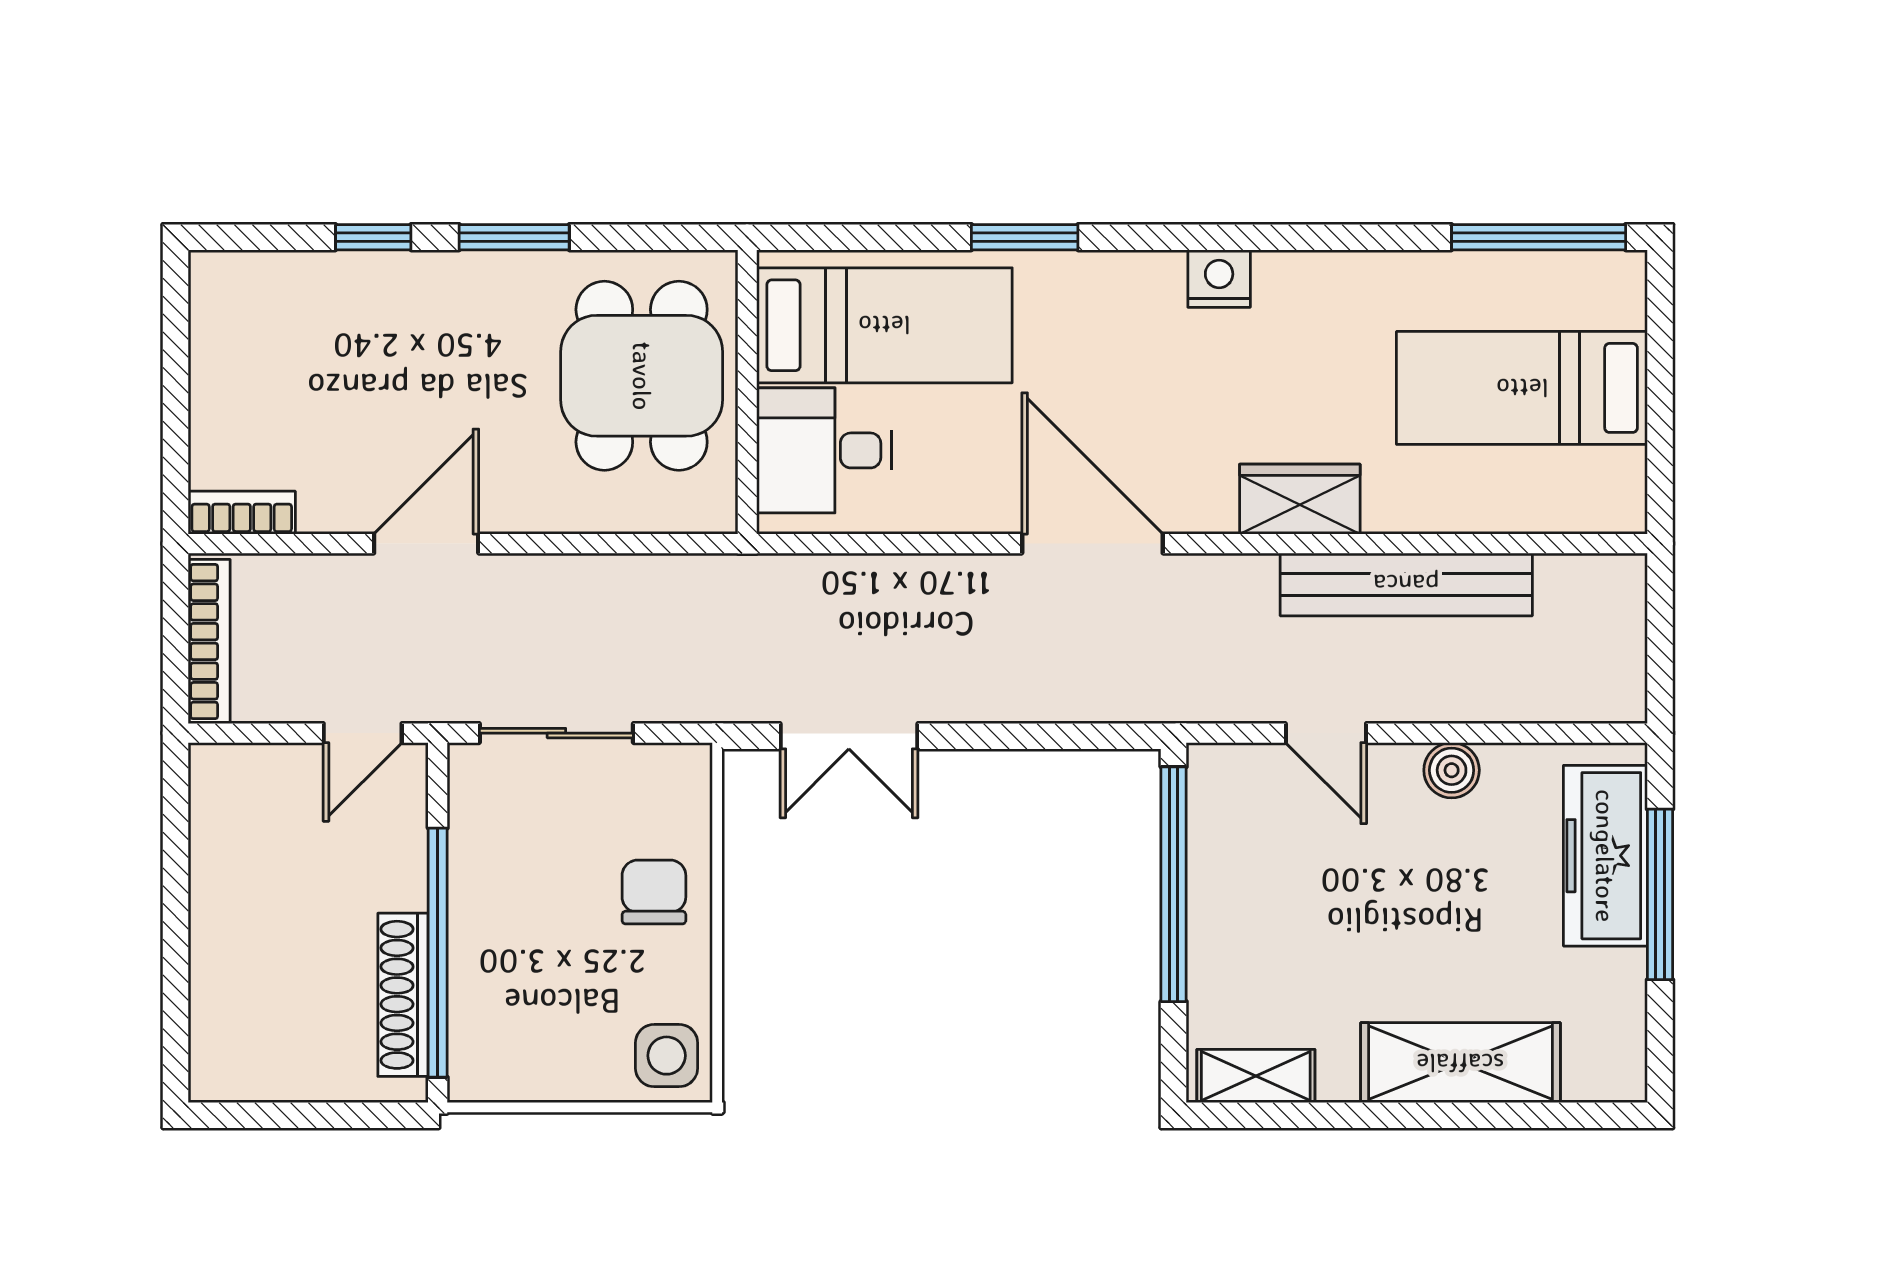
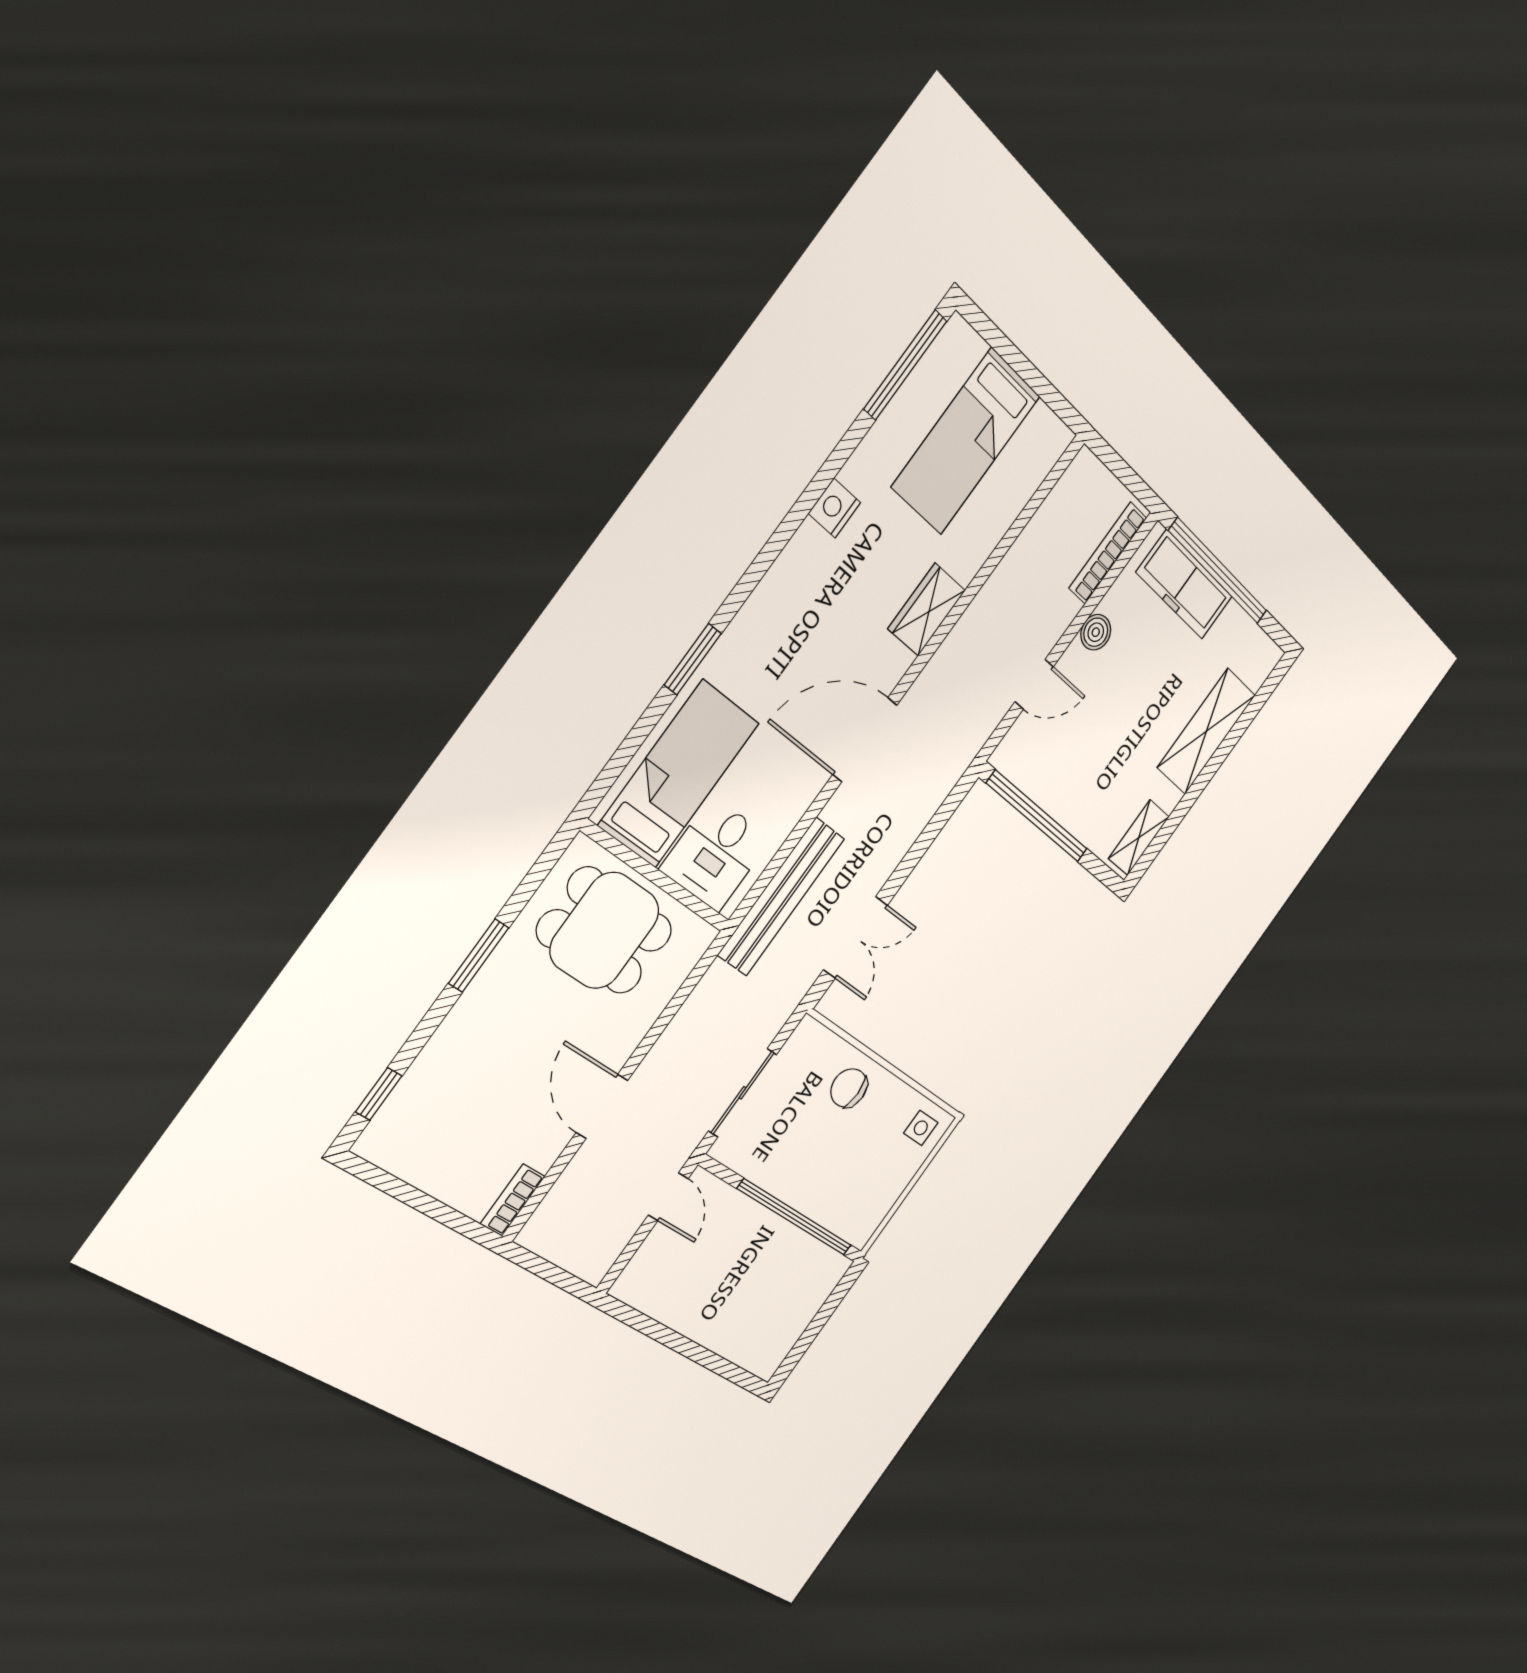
window: (373, 237) -> (379, 1094), moved
nightstand: (1219, 279) -> (834, 508), moved
bench: (1406, 584) -> (781, 897), moved
bookcase: (209, 642) -> (1108, 553), moved, turned -90
window: (1660, 894) -> (1218, 571), width x1.46
shoe rack: (403, 995) -> (800, 1246), removed
side table: (667, 1056) -> (921, 1128), width x0.73, depth x0.73

